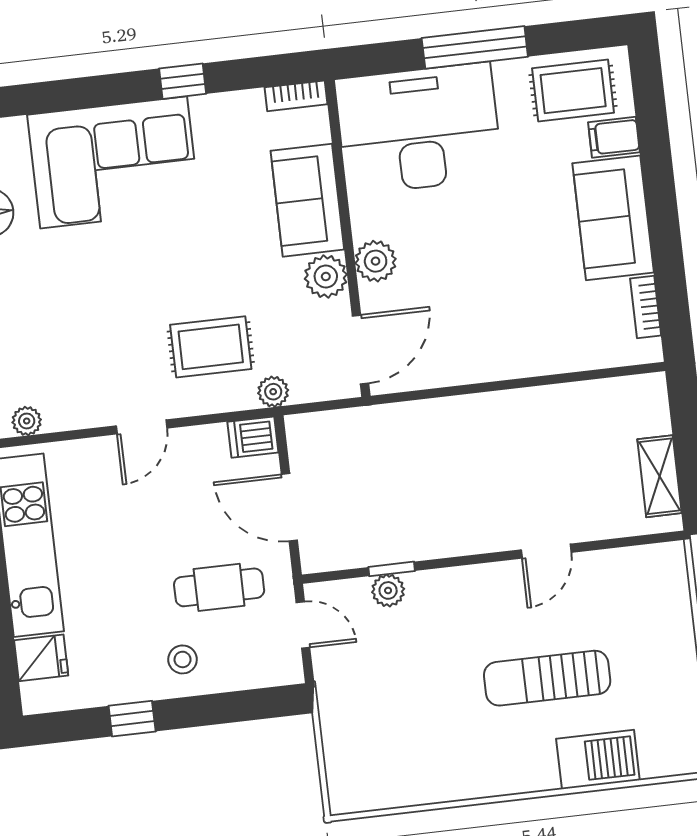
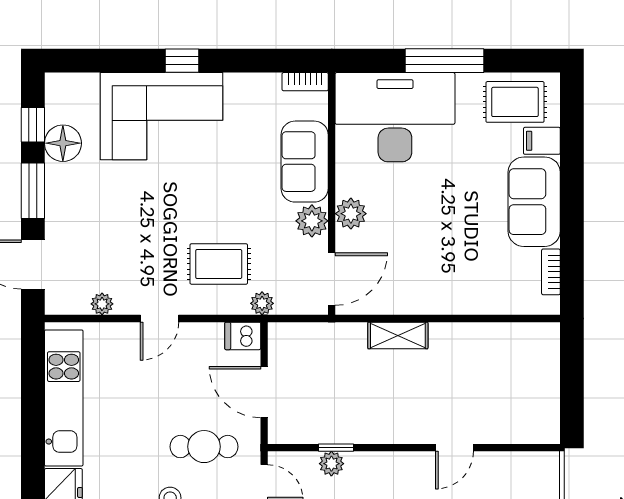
window: (183, 81) -> (182, 61), moved
plant: (27, 421) -> (102, 304), moved
shelving: (660, 476) -> (398, 335), moved, turned 90

